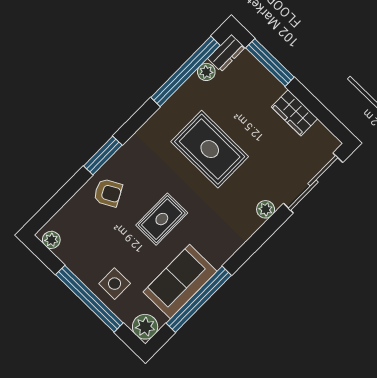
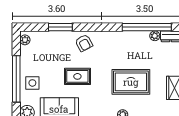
rug: (210, 149) -> (131, 82), moved, turned 90
window: (103, 156) -> (60, 27), moved
armchair: (108, 193) -> (84, 43), moved

